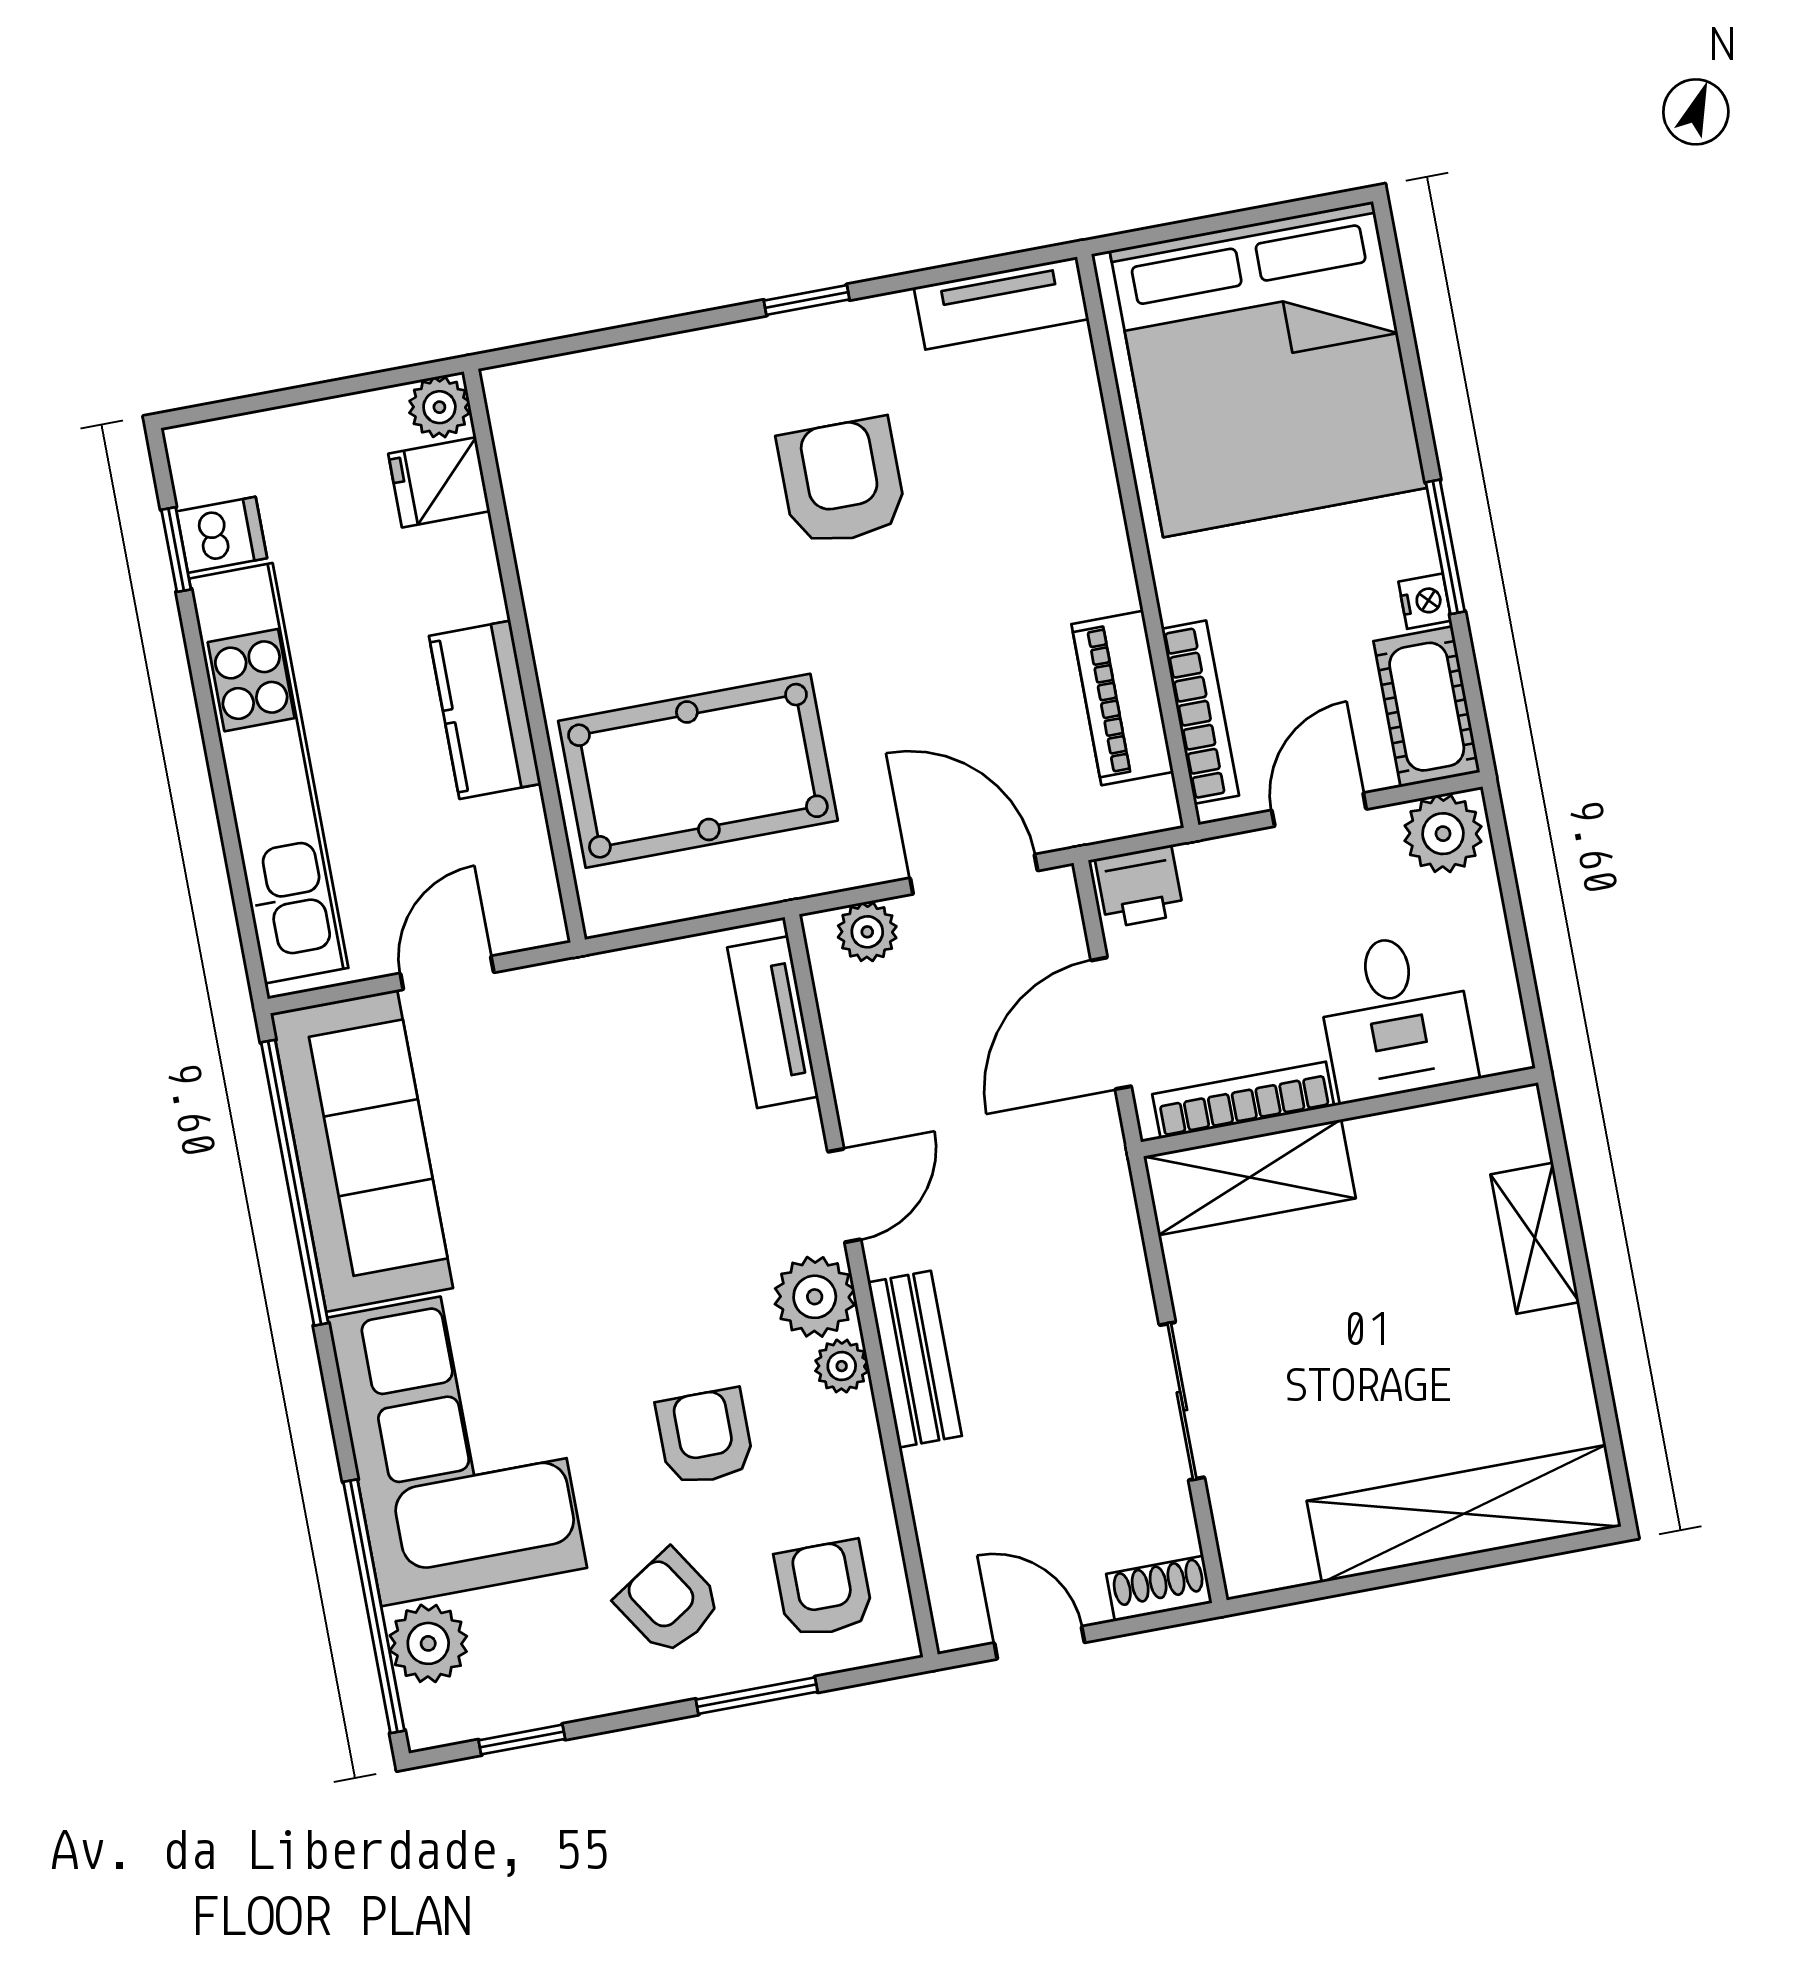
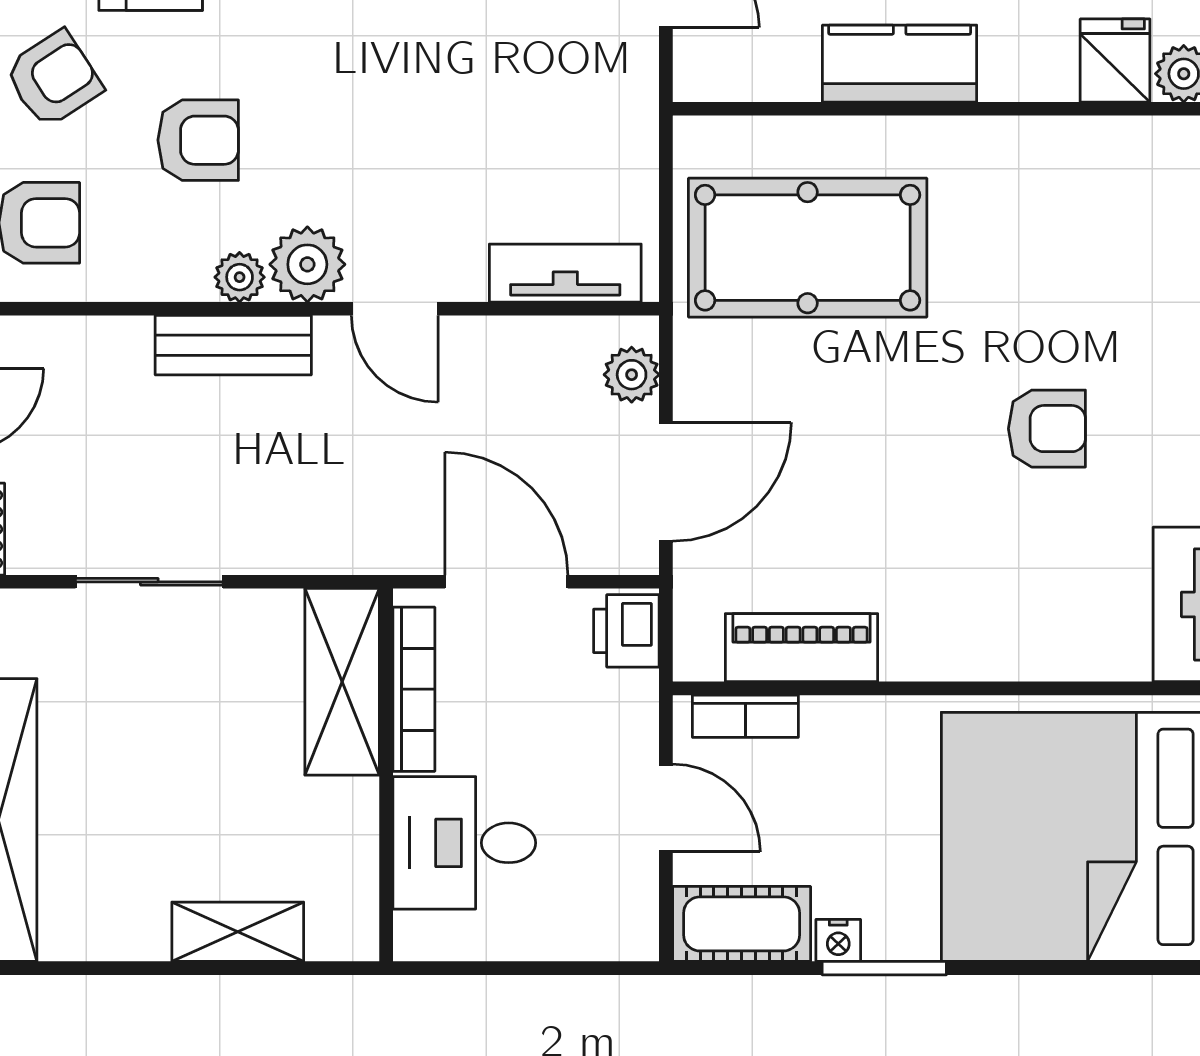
armchair: (842, 482) -> (1047, 429), width x0.72, depth x0.72
bookcase: (1200, 712) -> (745, 716), width x0.64
pool table: (698, 771) -> (808, 248), turned 90
plant: (1443, 834) -> (623, 917), removed

